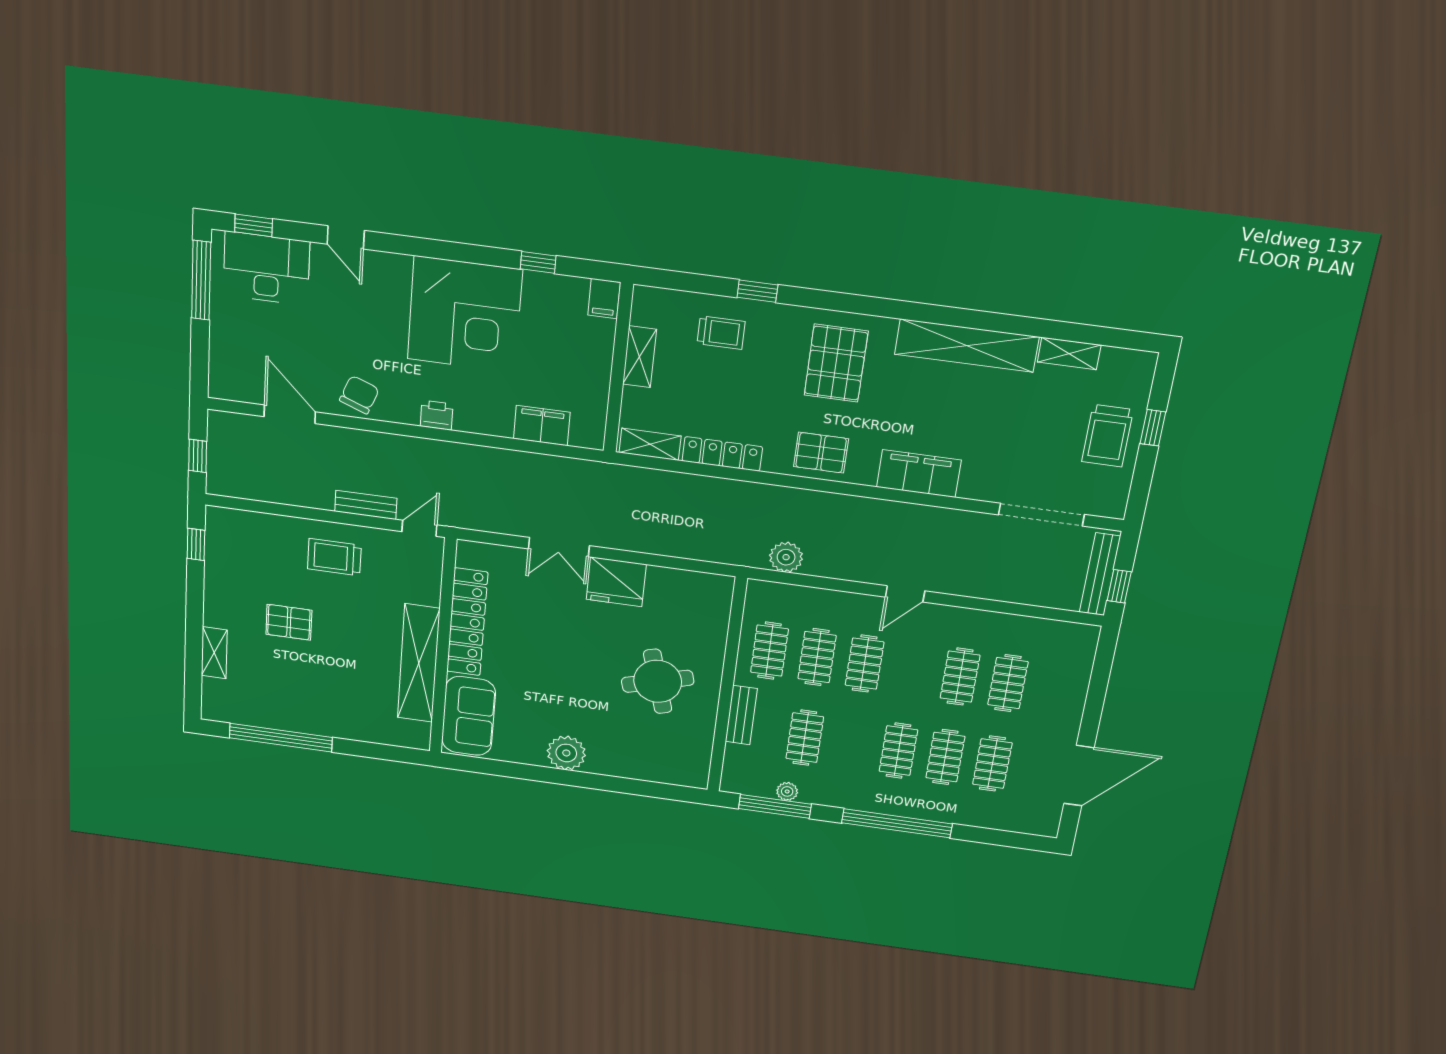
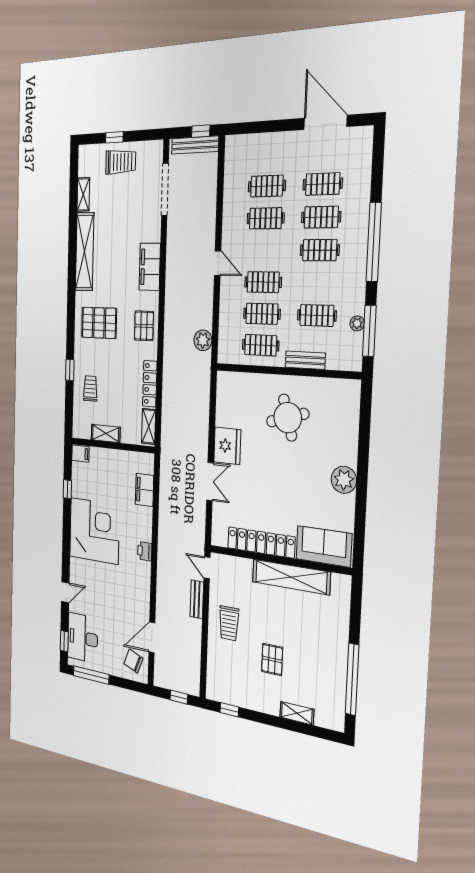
chair: (359, 395) -> (133, 661), moved

